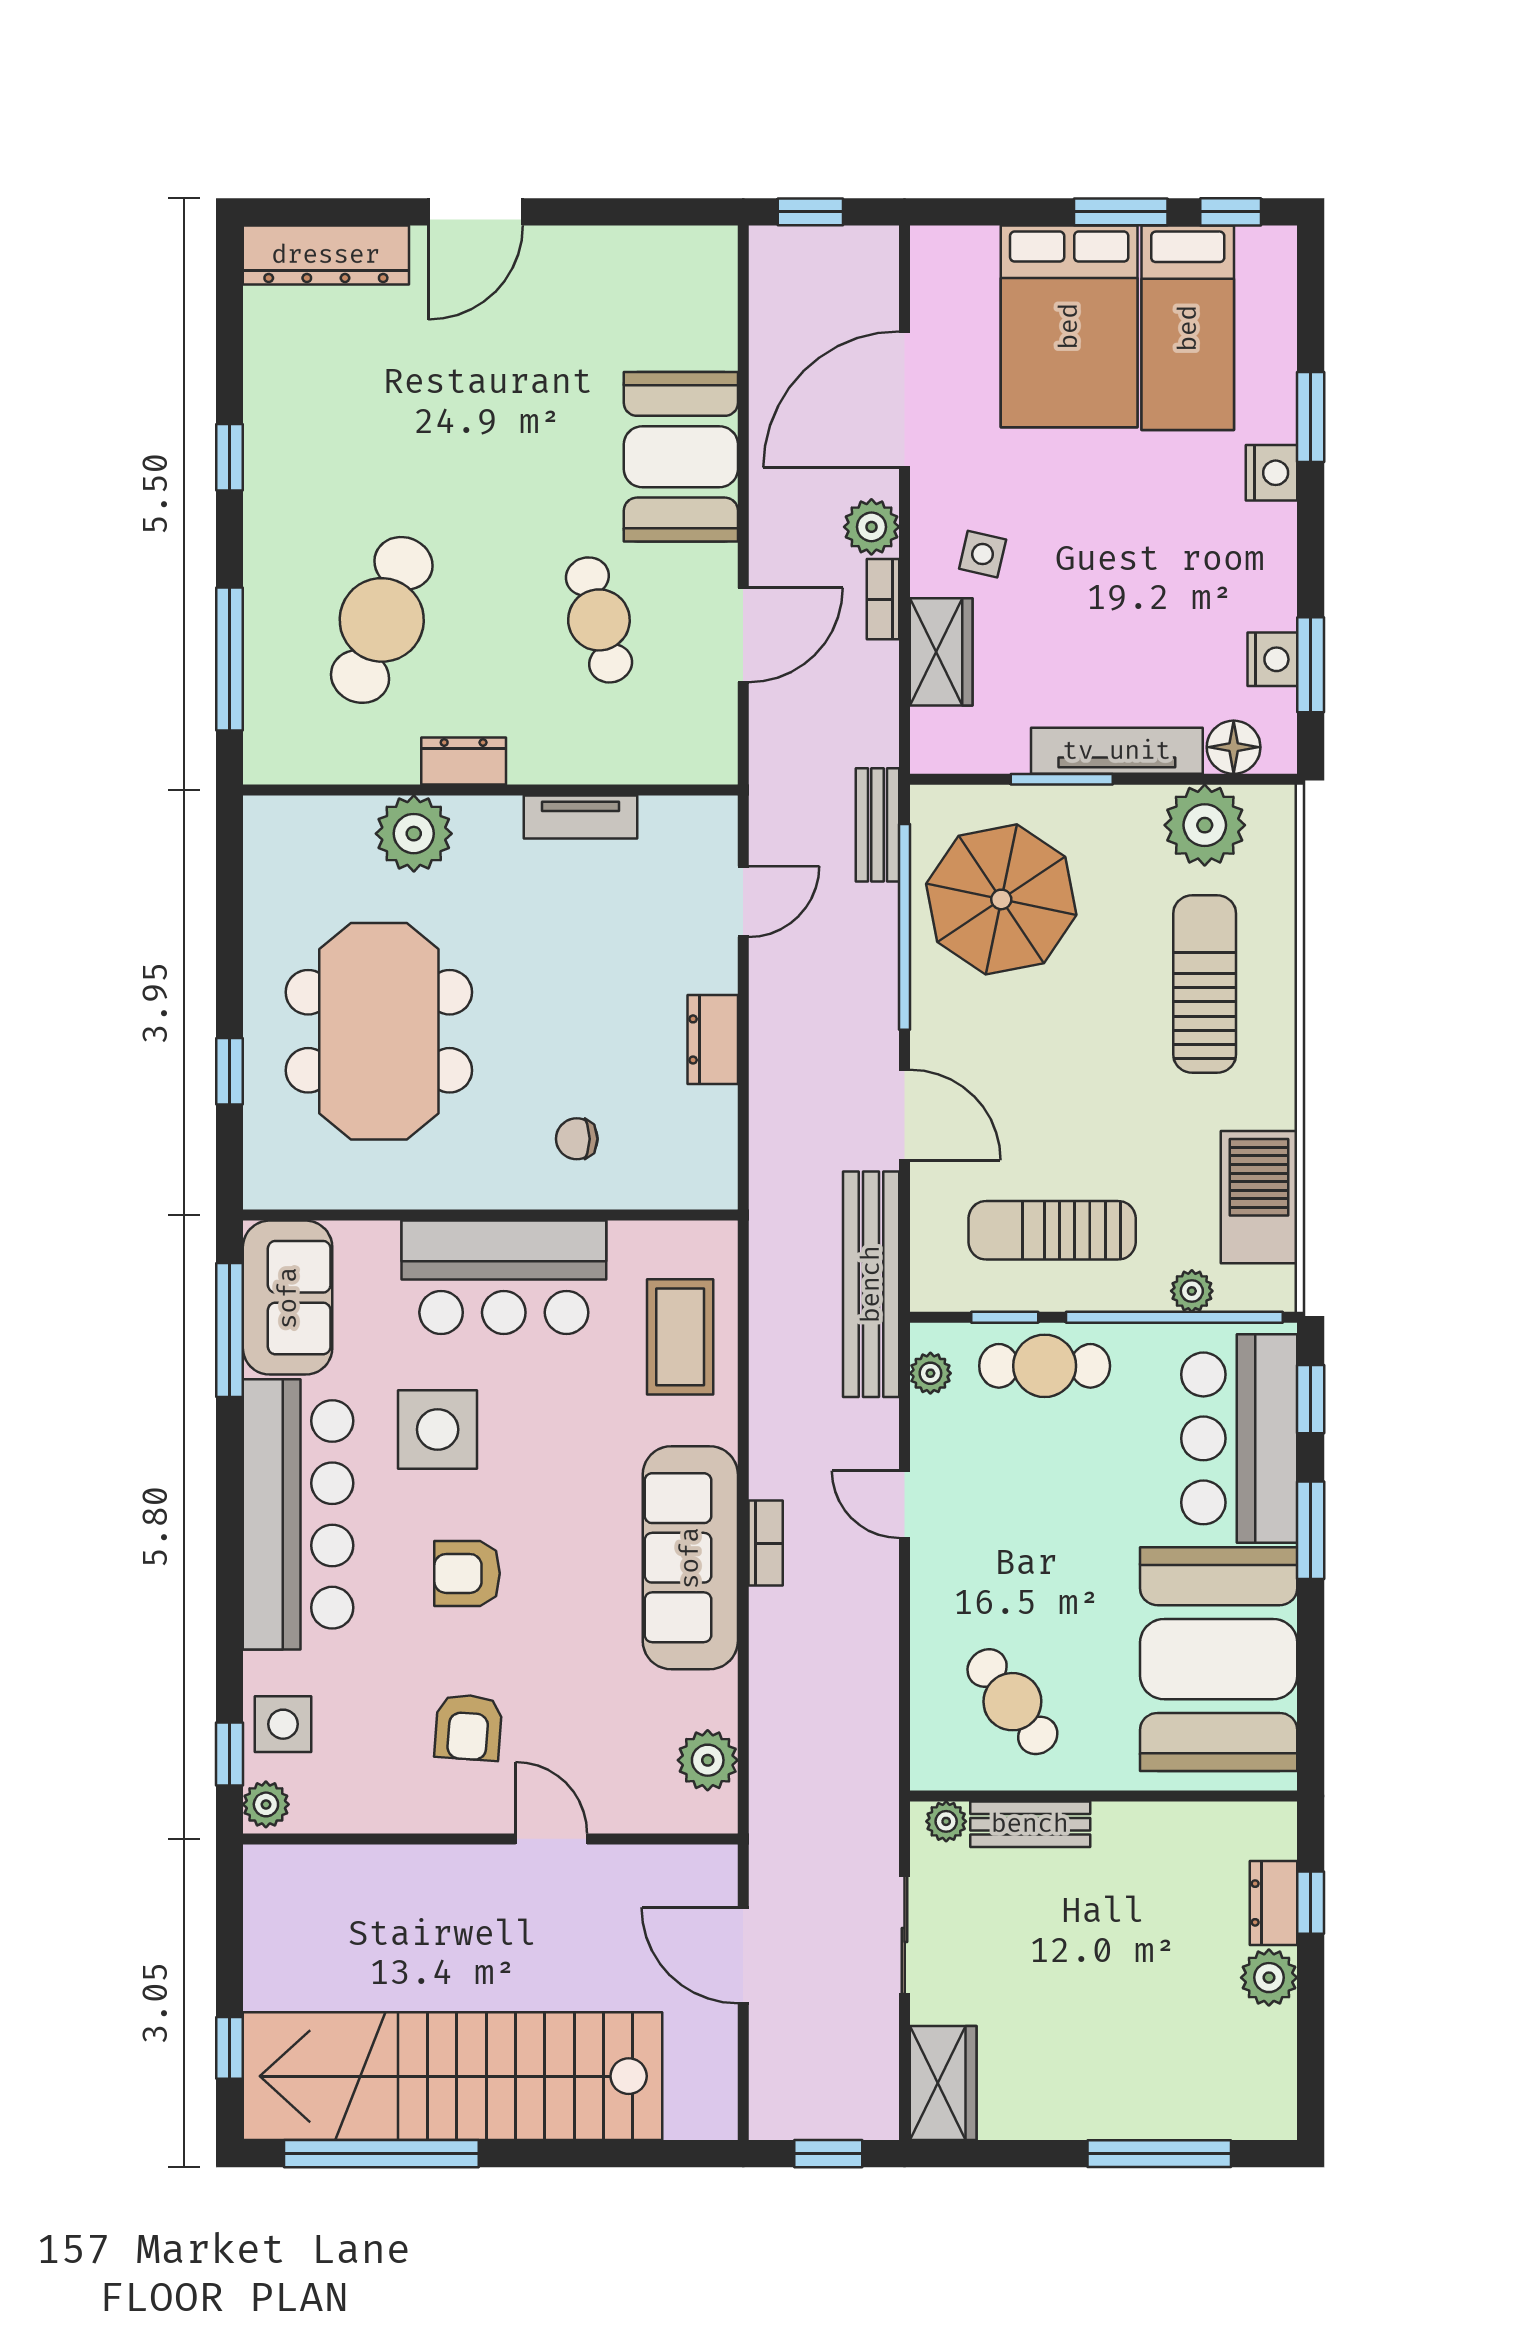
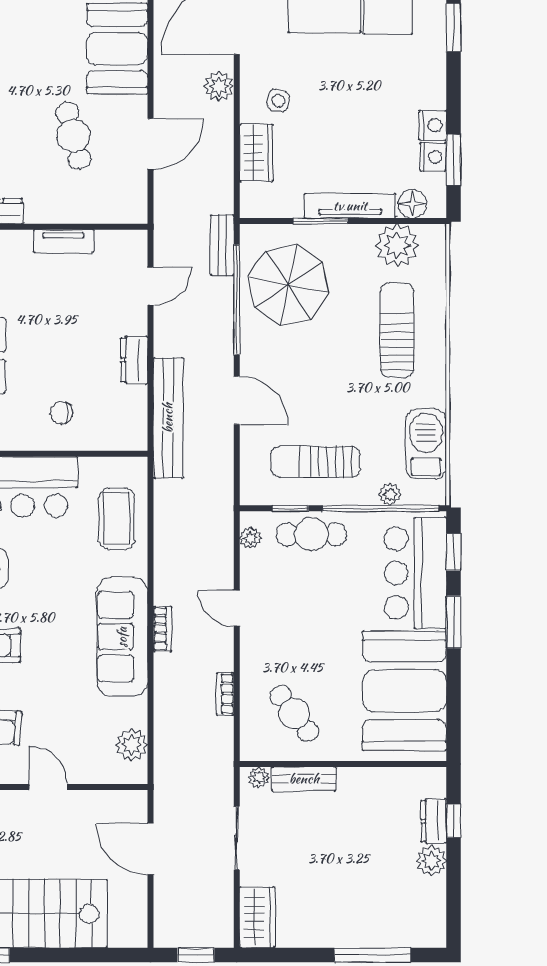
nightstand: (1271, 473) -> (433, 125), moved
bookcase: (883, 599) -> (225, 694), moved
bench: (871, 1284) -> (168, 418), moved

